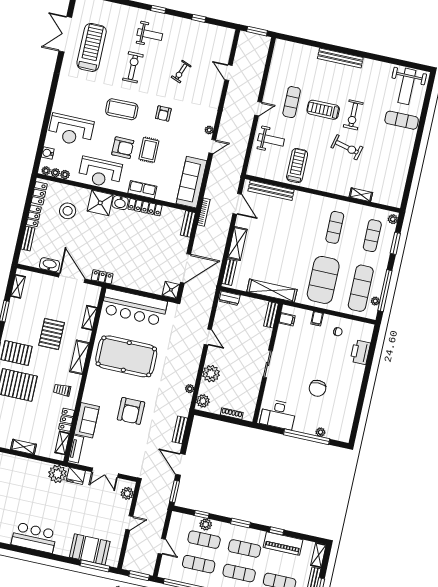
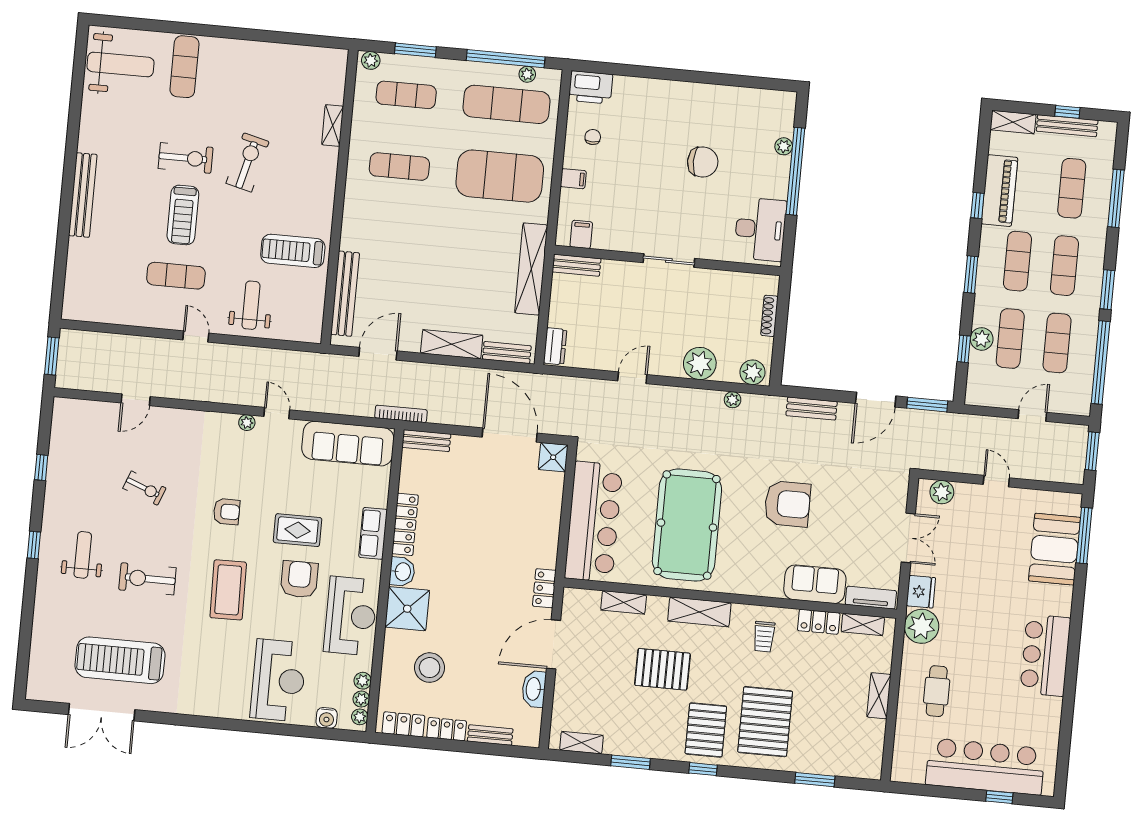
printer: (360, 352) -> (591, 87), moved
cafe table: (22, 478) -> (937, 691), added

